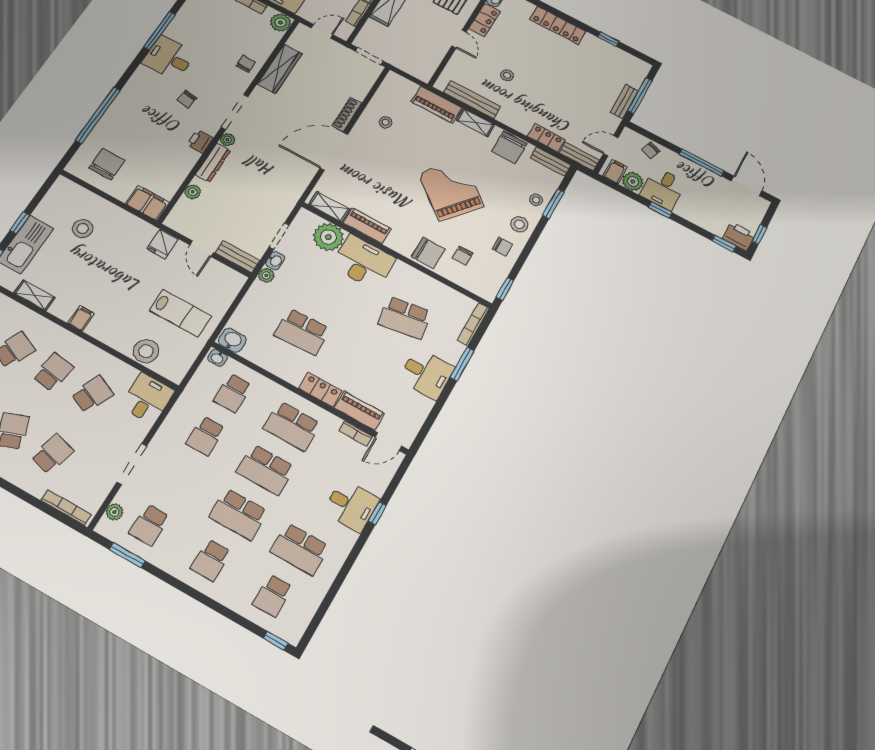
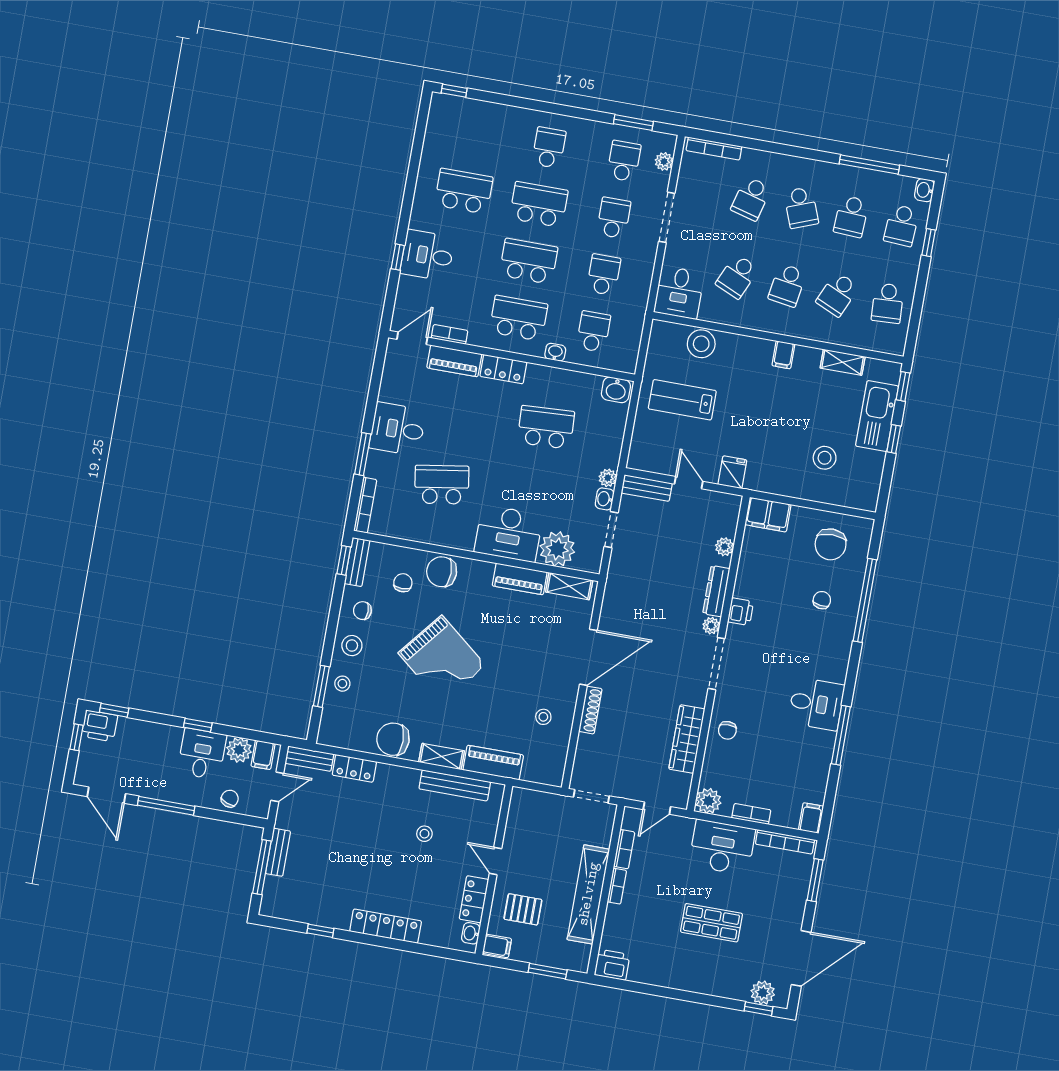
chair: (187, 99) -> (822, 600), moved
chair: (509, 147) -> (393, 739), turned -90
bench: (551, 162) -> (357, 562), moved, turned 90
washbasin: (218, 358) -> (555, 352), moved
school desk: (273, 596) -> (614, 218), moved

